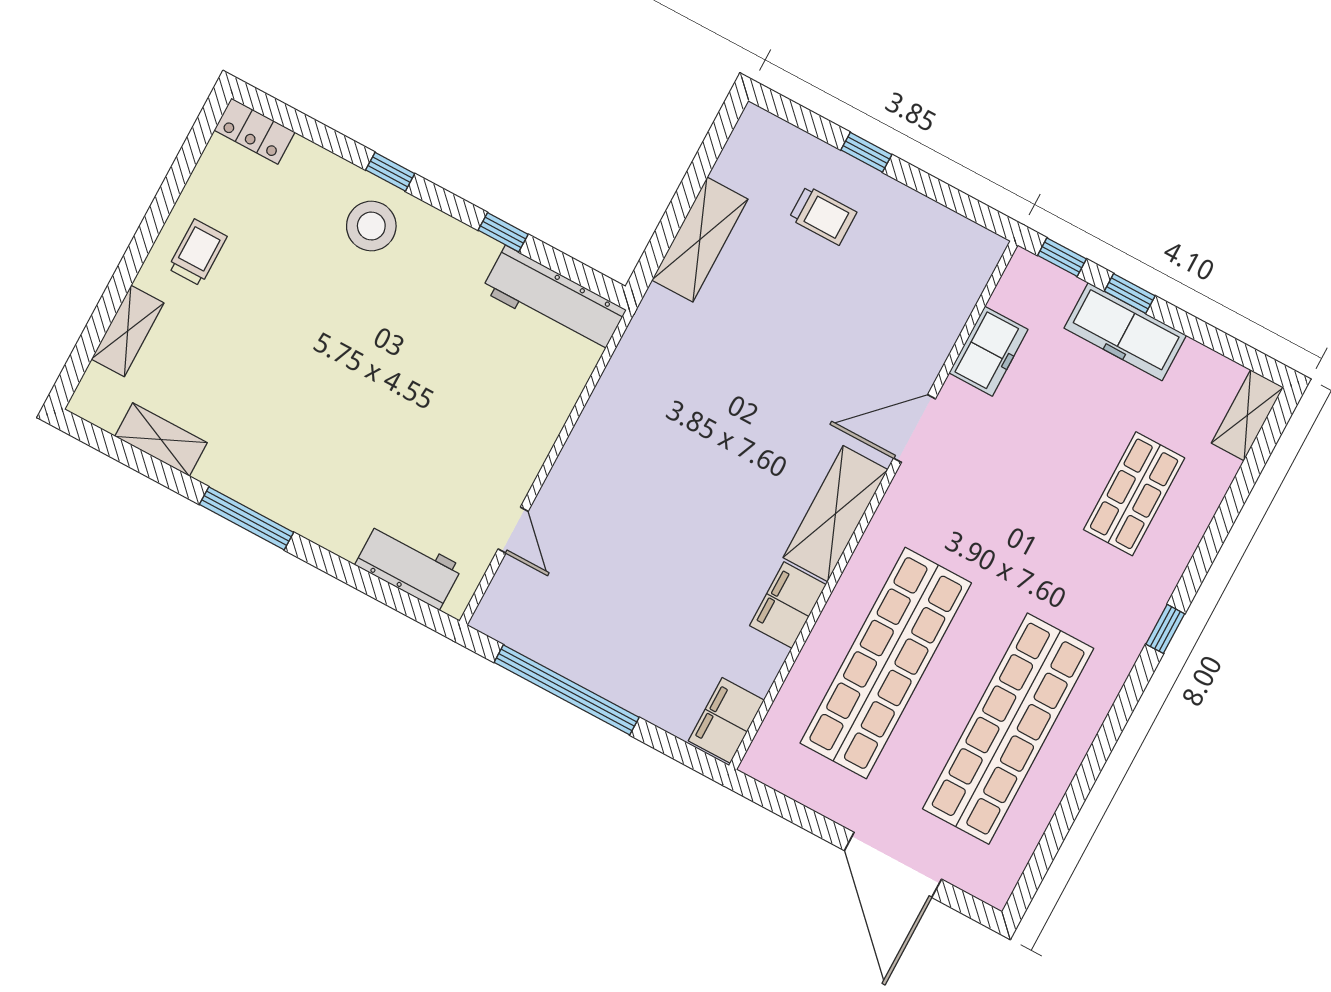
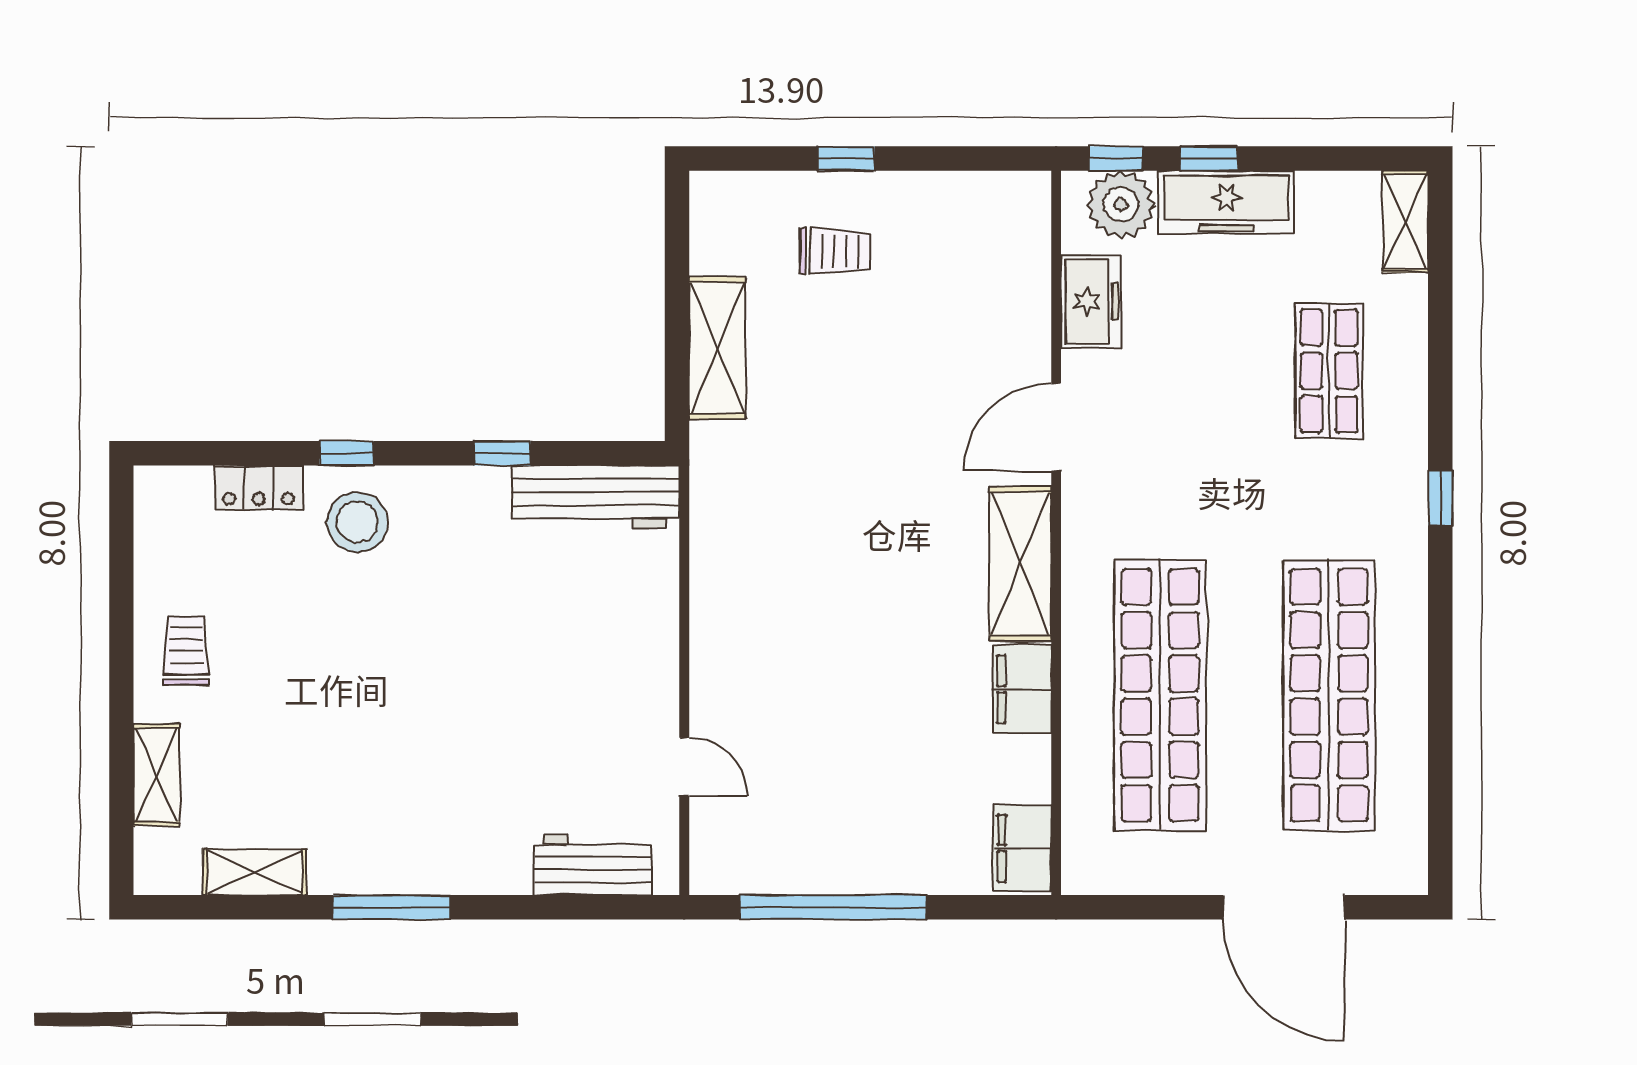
locker: (255, 131) -> (259, 488), moved
plant: (1048, 292) -> (1121, 204), added

